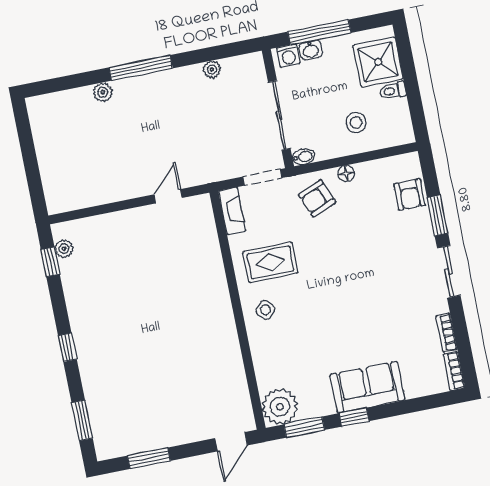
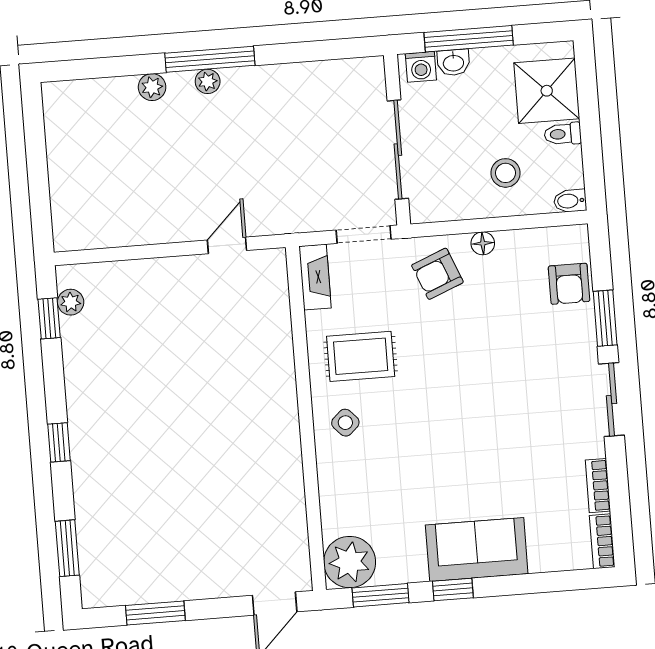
plant: (212, 69) -> (208, 81), moved
bidet: (304, 157) -> (570, 201), moved, turned 180

